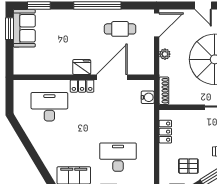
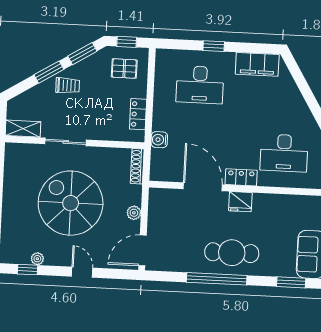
cafe table: (120, 29) -> (232, 253), moved, width x1.37, depth x1.35
door: (112, 77) -> (203, 187), swing flipped
water cooler: (148, 97) -> (159, 140), moved
pallet: (188, 166) -> (124, 68), moved

